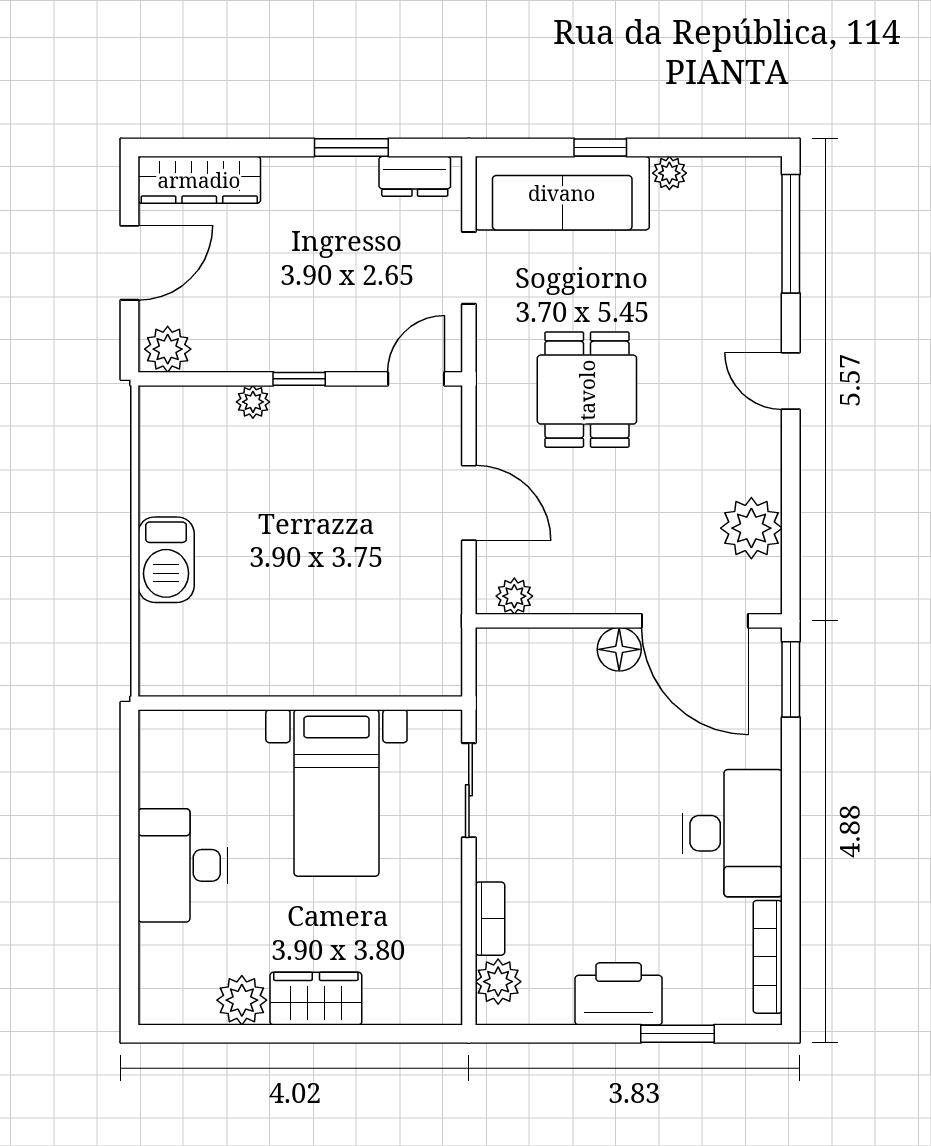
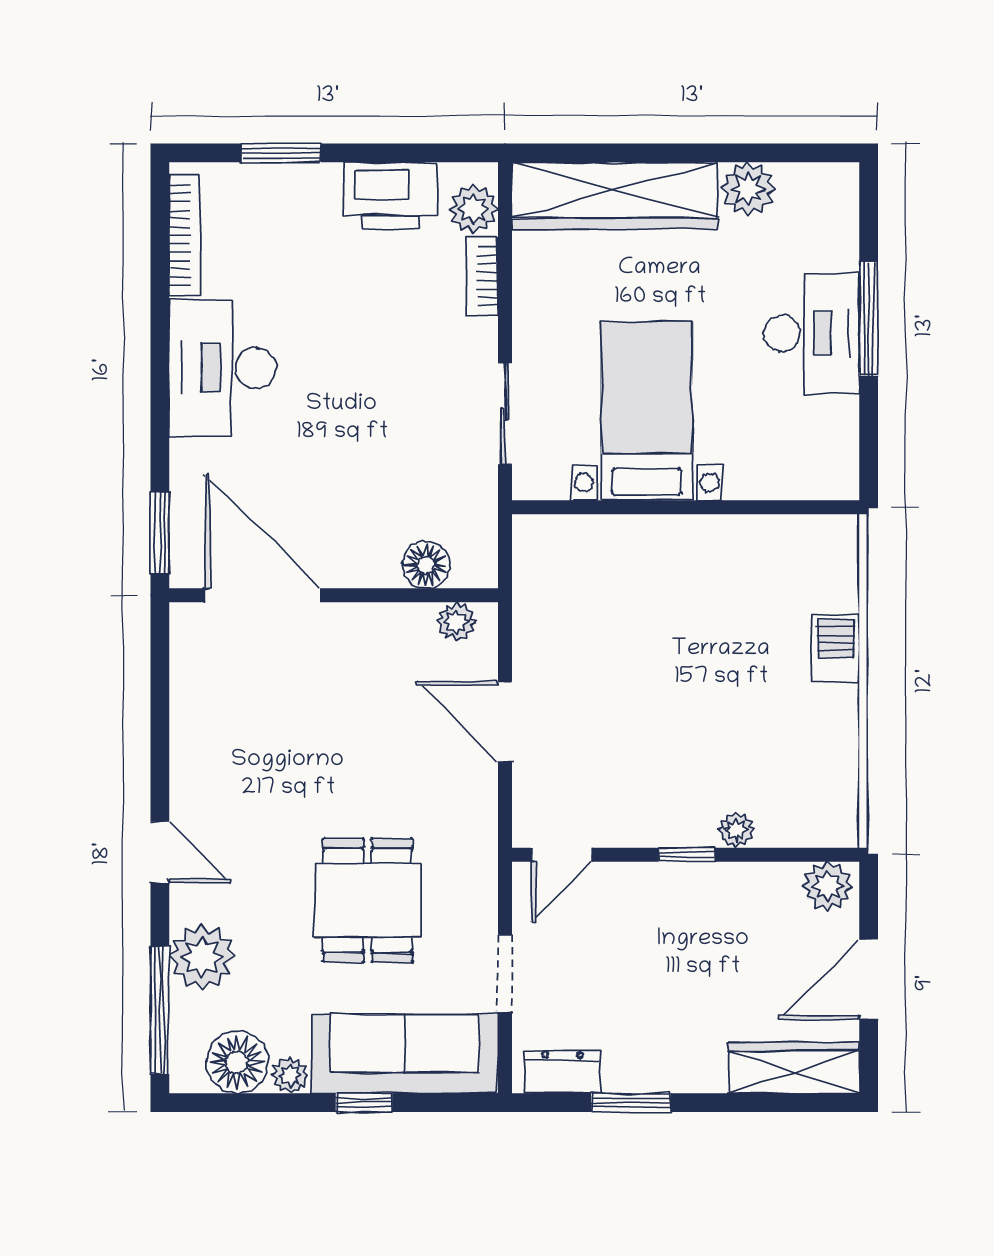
floor lamp: (719, 185) -> (237, 1062), added
dining table: (587, 390) -> (368, 900), moved
plant: (751, 528) -> (202, 957), moved
barbecue: (166, 560) -> (836, 648), width x0.73, depth x0.79
floor lamp: (619, 649) -> (426, 565), moved
window: (129, 879) -> (869, 319), added
printer: (619, 994) -> (390, 196), moved
wardrobe: (316, 999) -> (615, 196), width x2.10, depth x1.17

